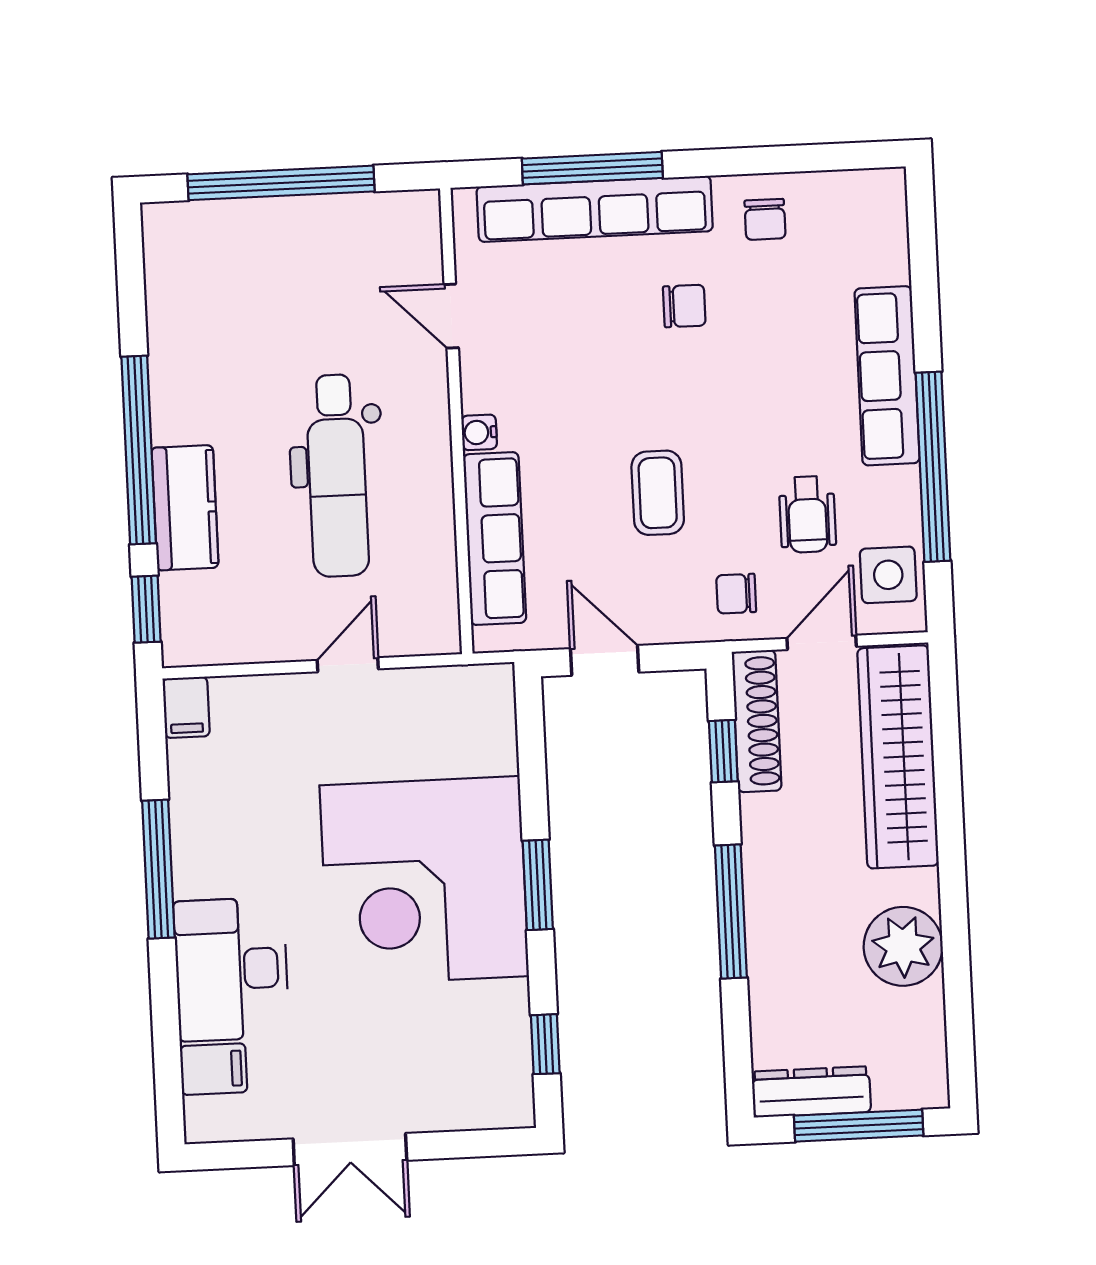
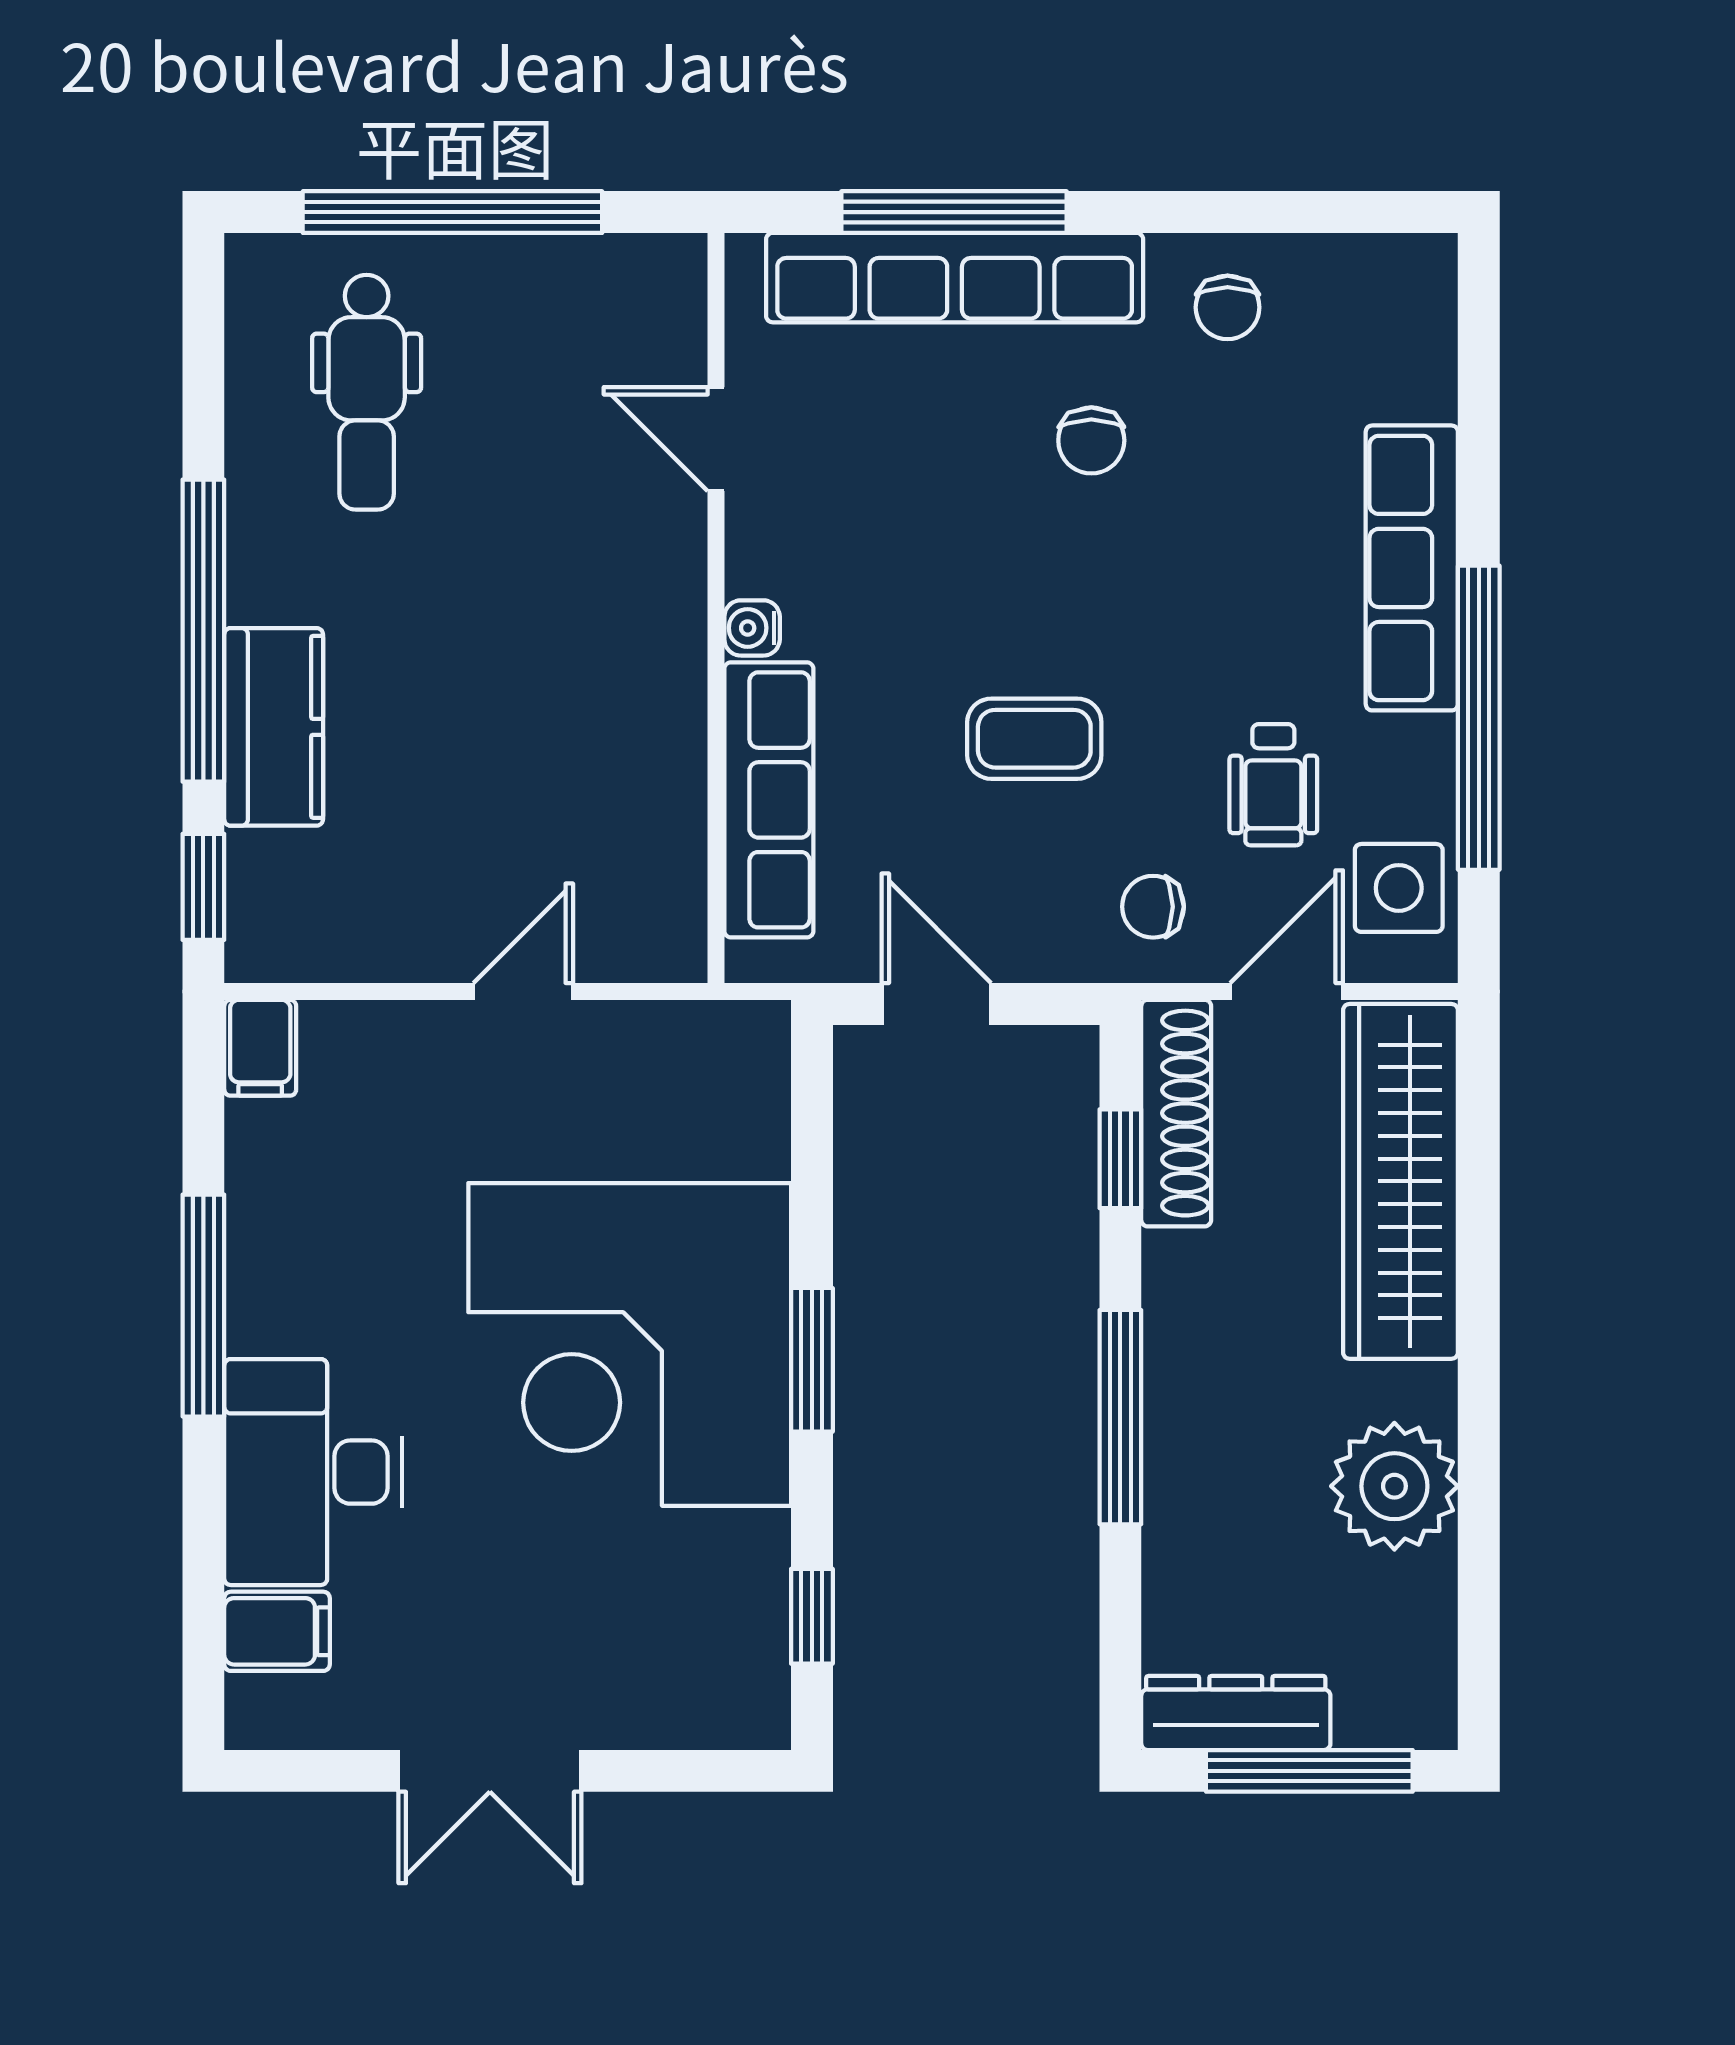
chair: (684, 306) -> (1091, 440), turned 90
dental chair: (337, 476) -> (367, 392), moved, width x0.73, depth x0.72
coffee table: (658, 493) -> (1034, 739), turned 90

